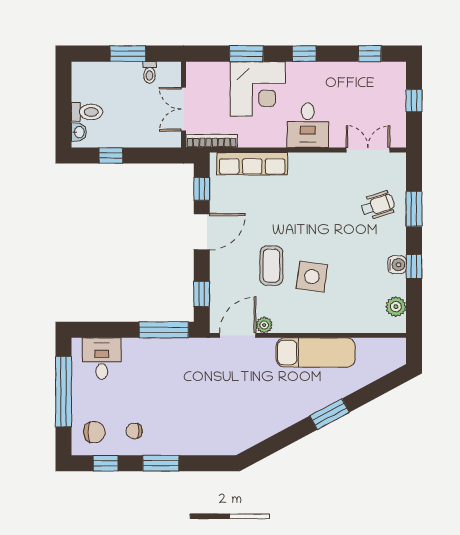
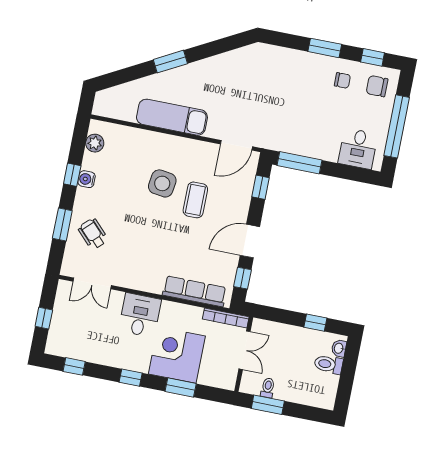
window: (128, 54) -> (268, 405), moved
wheelchair: (378, 205) -> (93, 234), turned 64
plant: (264, 325) -> (212, 150), removed

